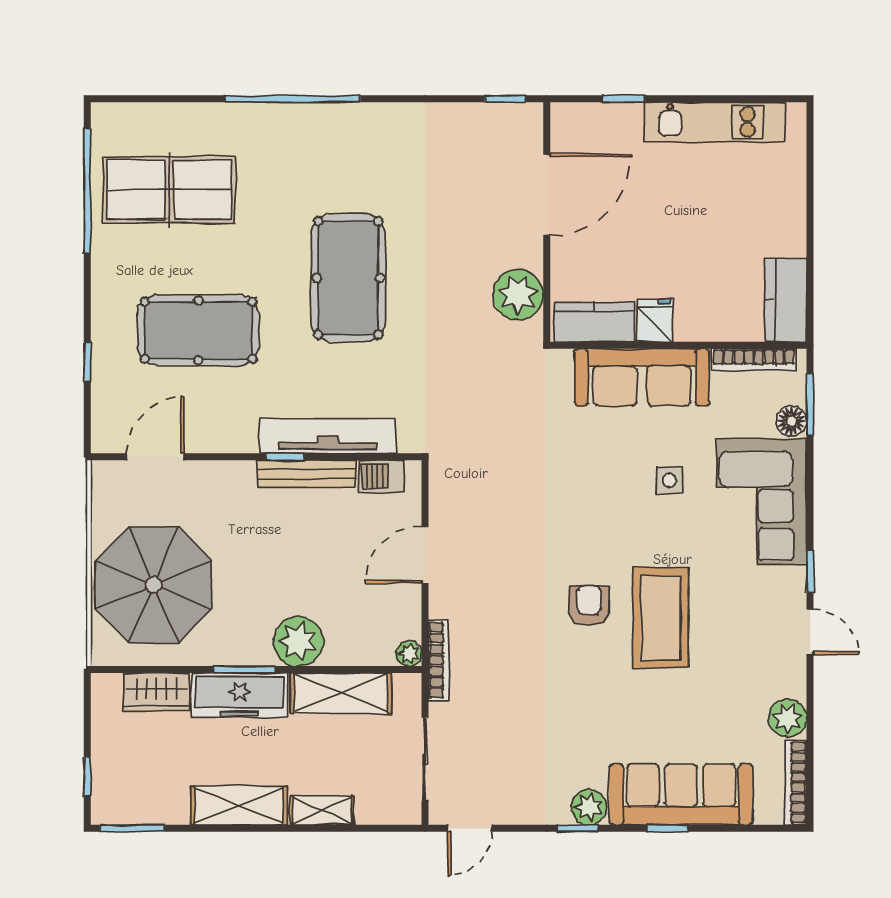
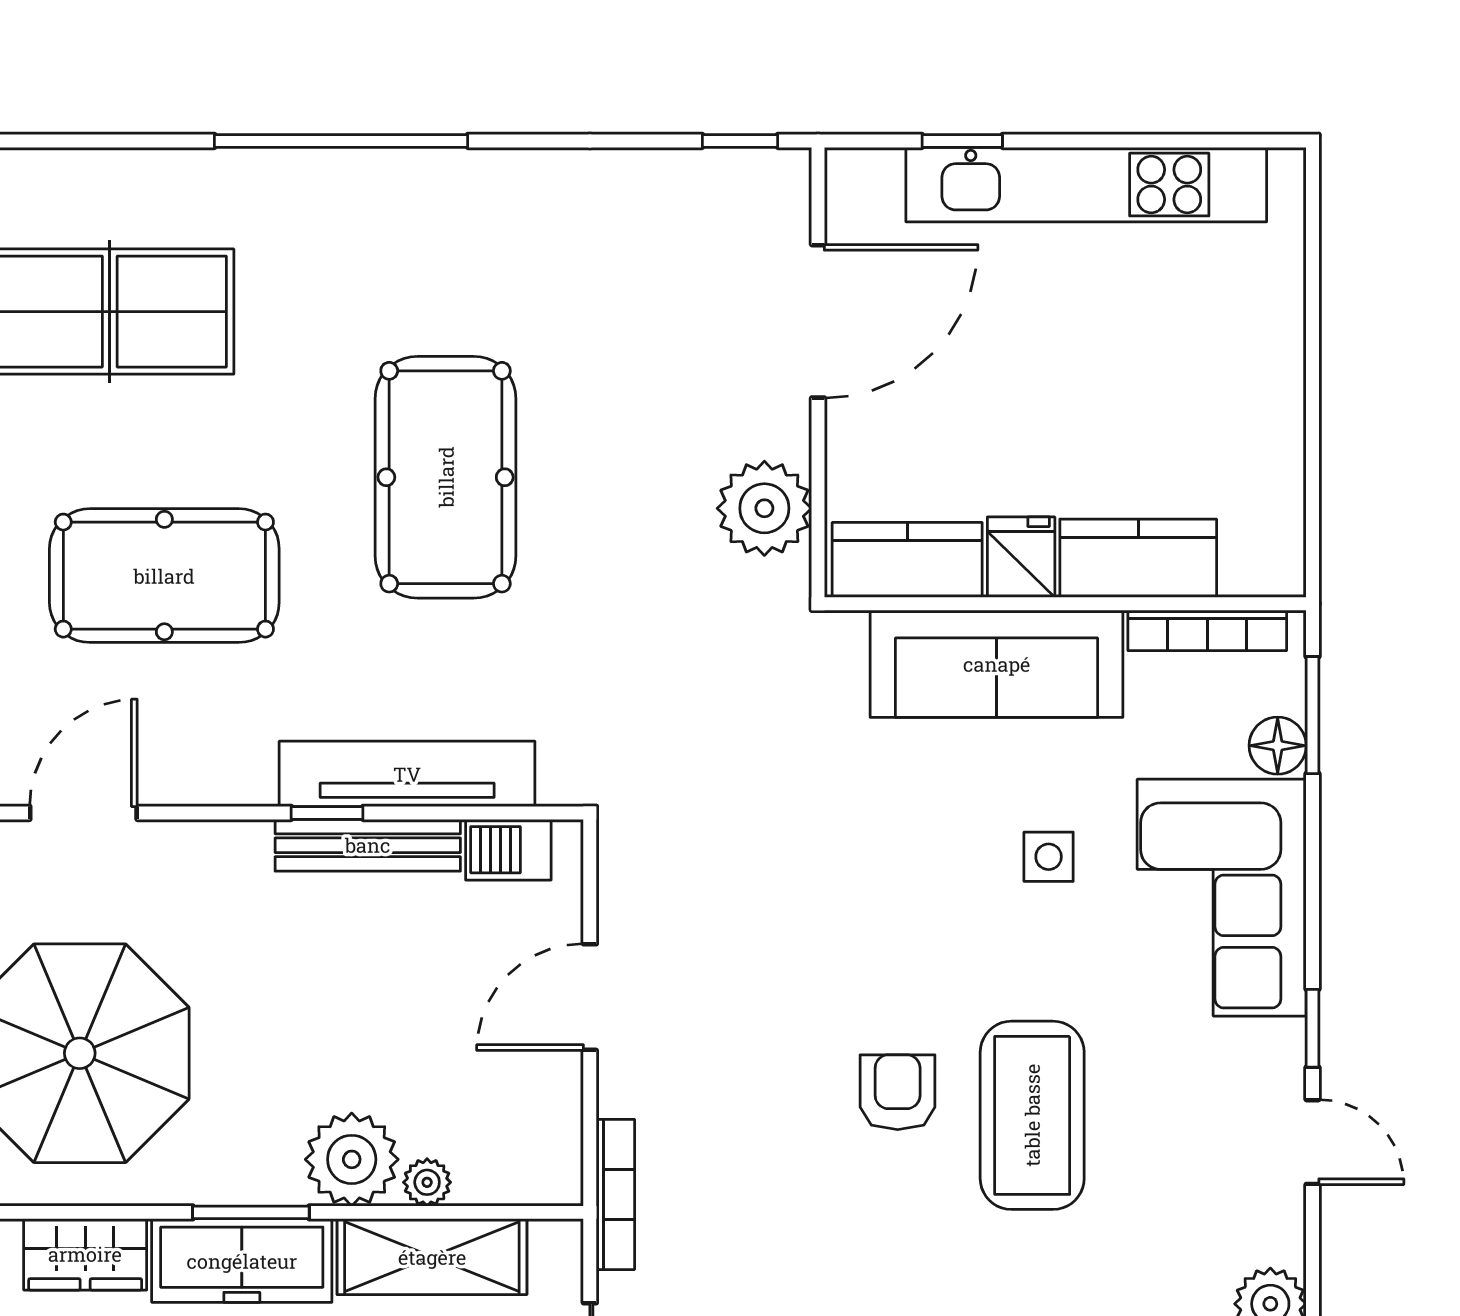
kitchen unit: (715, 122) -> (1086, 185), width x1.36
kitchen counter: (786, 300) -> (1138, 558), moved, turned 90
plant: (409, 654) -> (427, 1182), moved

